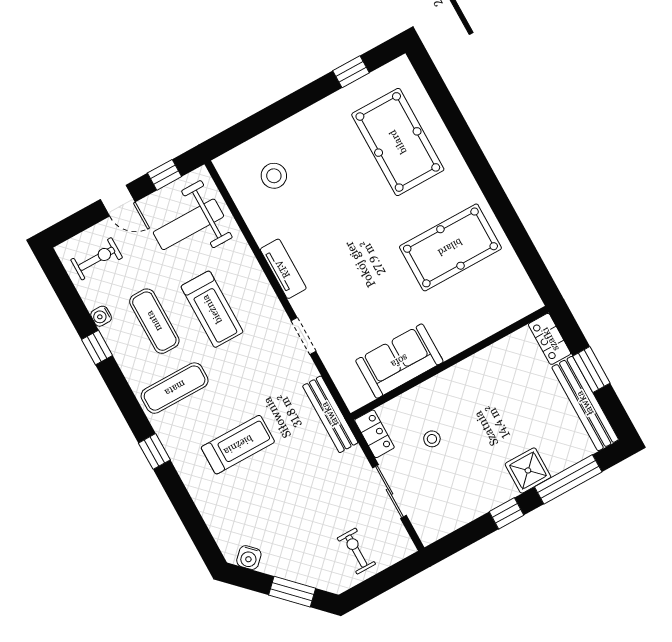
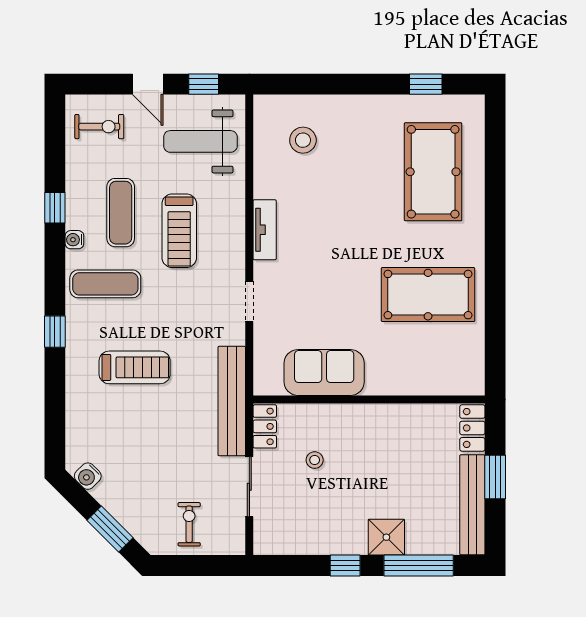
water cooler: (101, 316) -> (74, 240), moved
bench: (330, 414) -> (232, 401), width x1.37, depth x1.21

